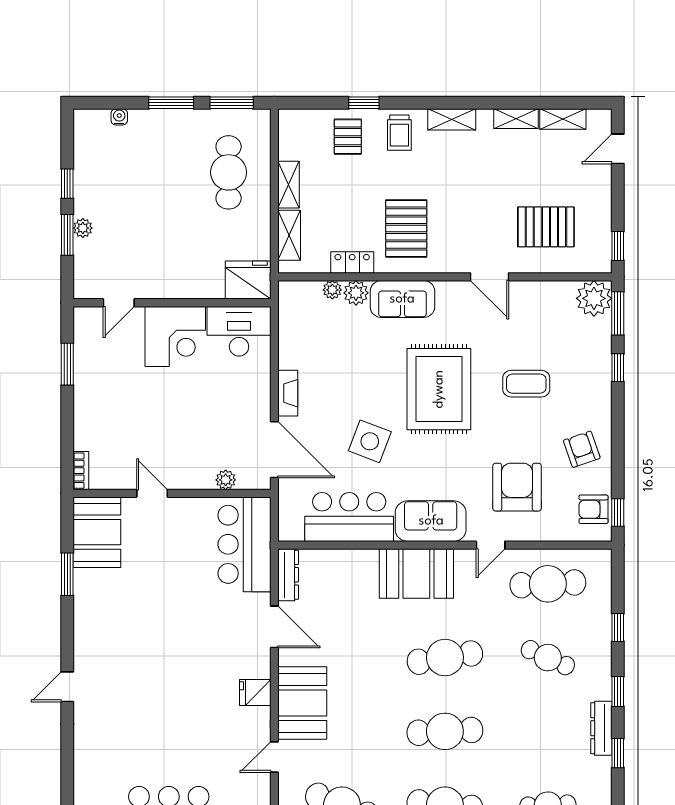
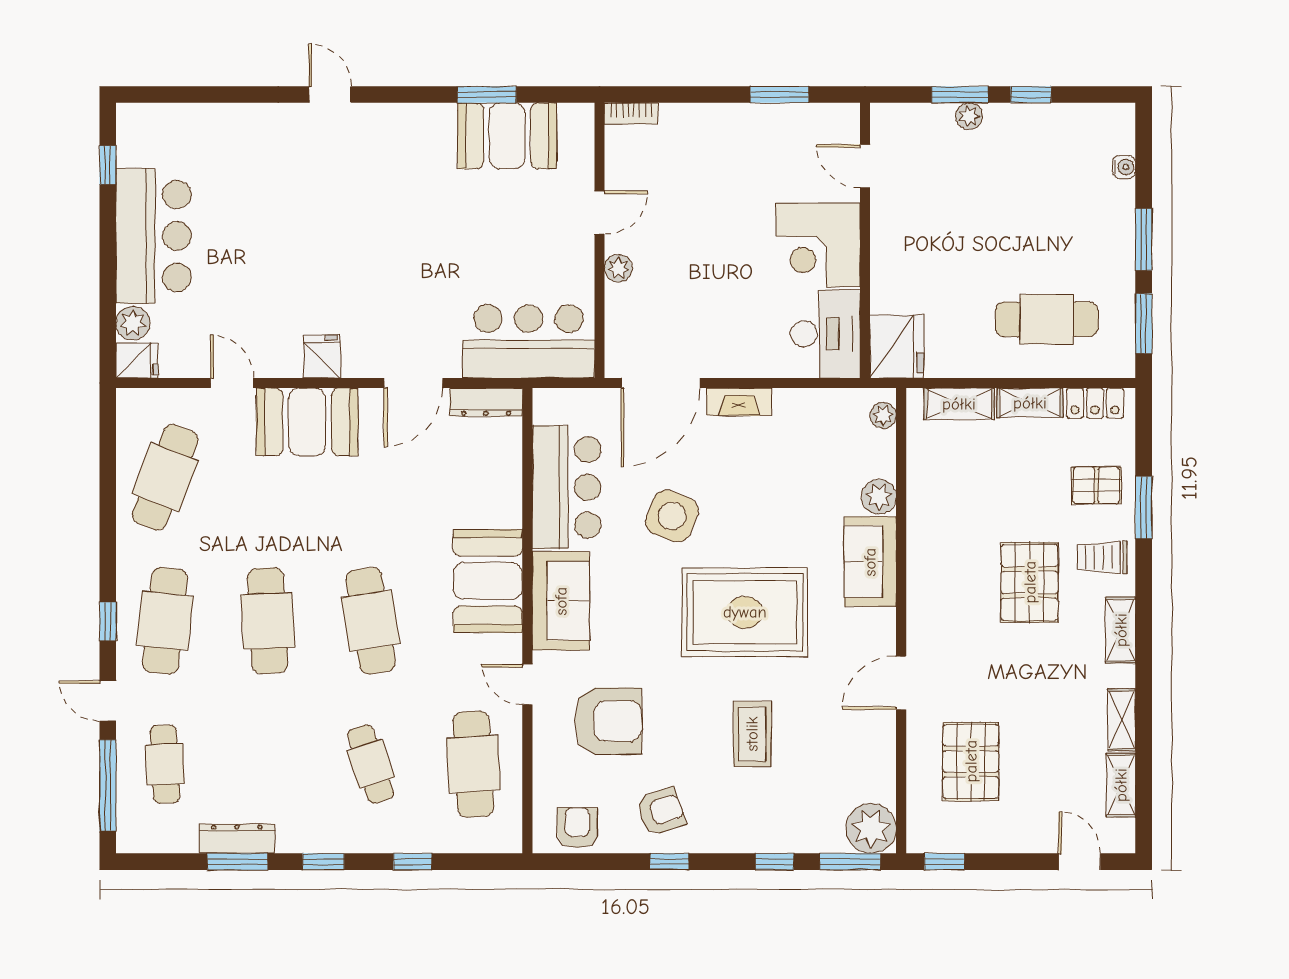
window: (364, 103) -> (1144, 508), width x1.50
pallet: (406, 229) -> (1030, 582), moved, turned 90
locker: (352, 263) -> (1095, 403), moved, turned 90
plant: (332, 290) -> (883, 415), moved
plant: (226, 480) -> (618, 268), moved
window: (618, 512) -> (669, 862), moved
booth: (97, 532) -> (507, 136), moved
cafe table: (548, 658) -> (371, 764), turned -42
dresser: (601, 728) -> (237, 839), moved
window: (618, 753) -> (237, 862), width x1.50

